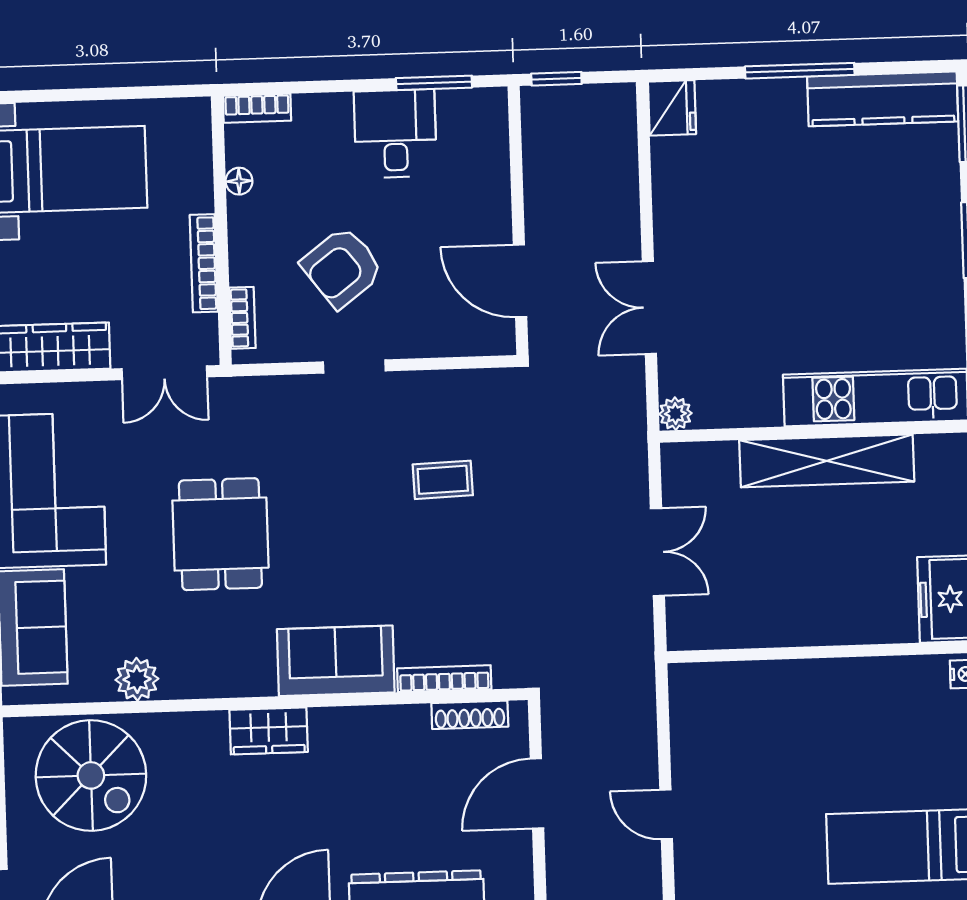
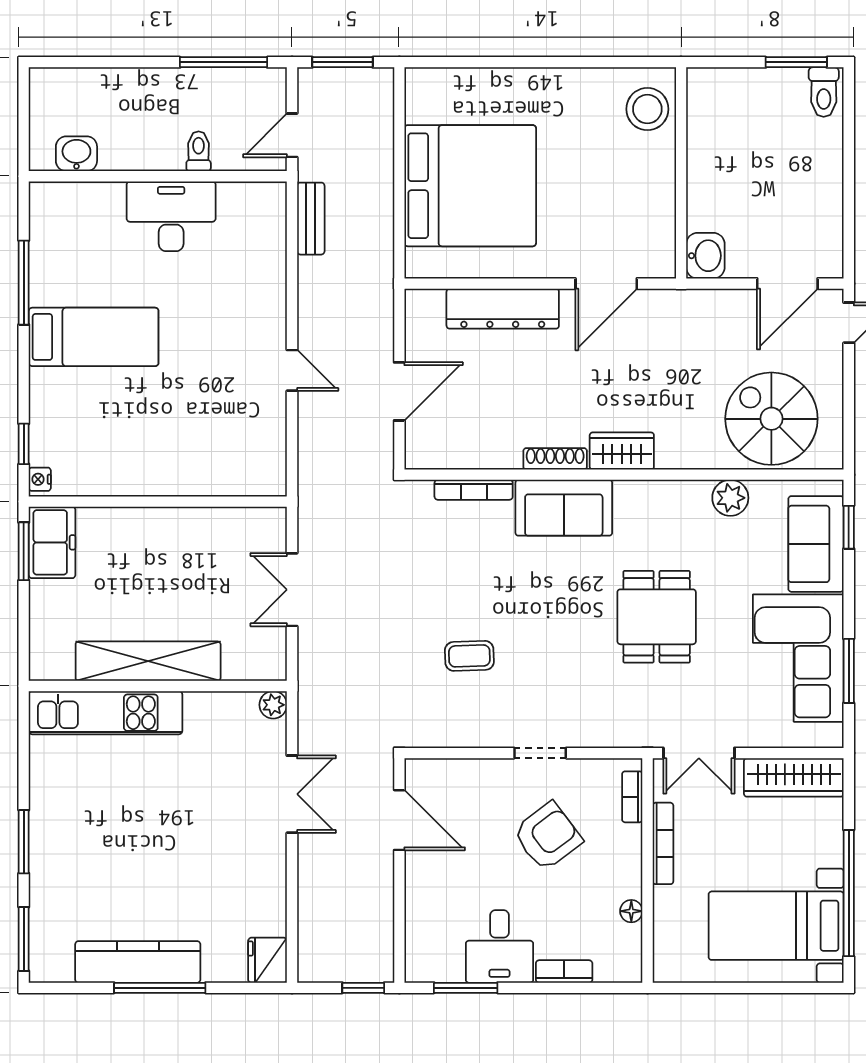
kitchen counter: (883, 99) -> (138, 962), moved
bookcase: (257, 108) -> (564, 972), moved
double door: (164, 373) -> (699, 753), swing flipped
shoe rack: (470, 715) -> (555, 459), moved

